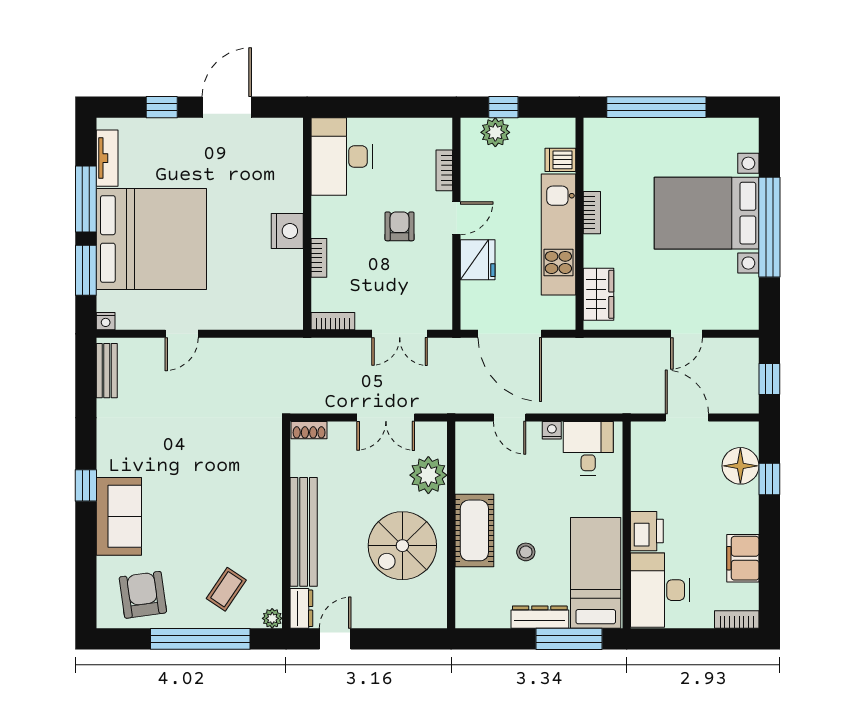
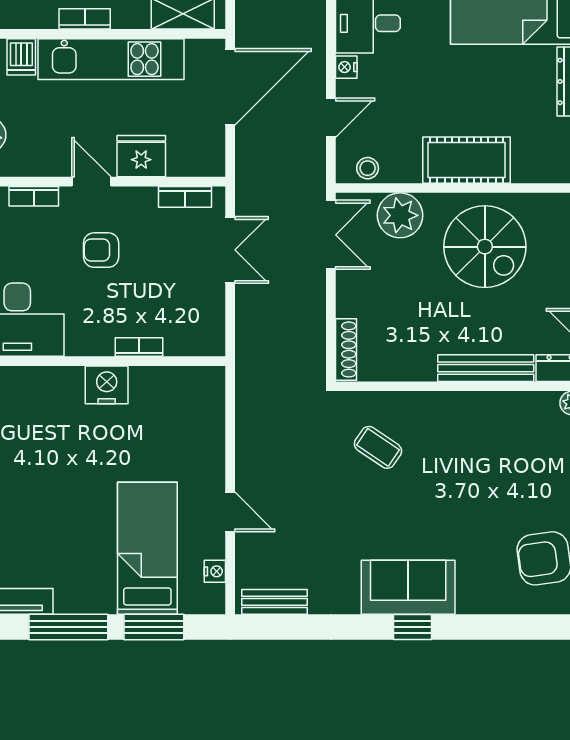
bed: (151, 239) -> (147, 548), width x0.49
nightstand: (106, 321) -> (215, 571), moved
bookcase: (333, 321) -> (185, 197), moved, turned -90
door: (510, 334) -> (230, 87), moved
double door: (386, 418) -> (331, 235), moved
shoe rack: (309, 430) -> (346, 349), width x1.43
sofa: (119, 516) -> (408, 587), moved
bench: (304, 532) -> (486, 368), width x0.73, depth x0.82
stool: (526, 552) -> (368, 168), moved
coffee table: (226, 589) -> (378, 447), moved

